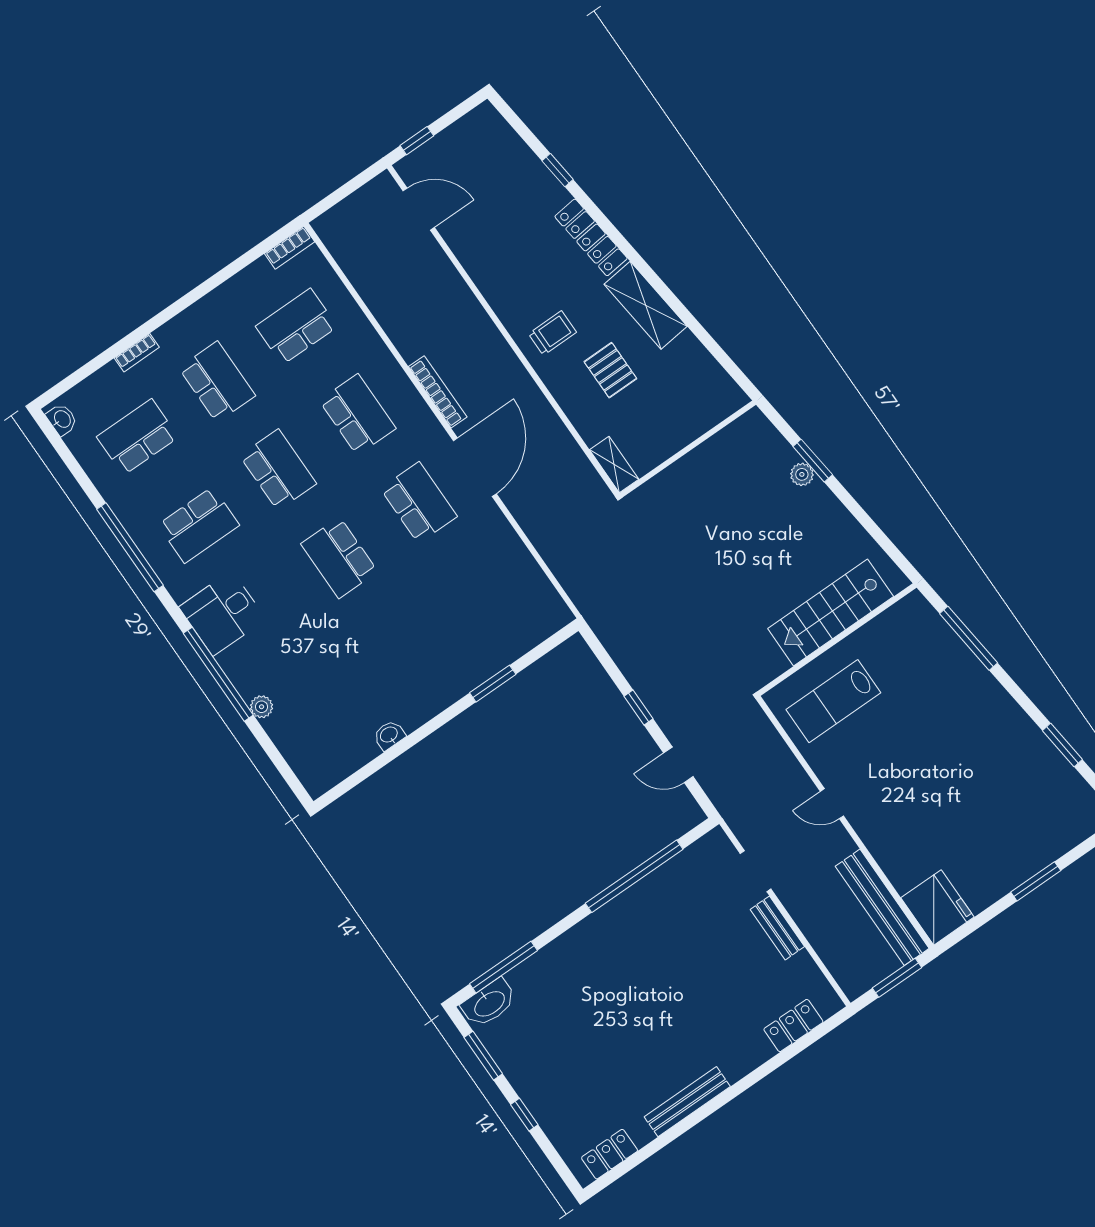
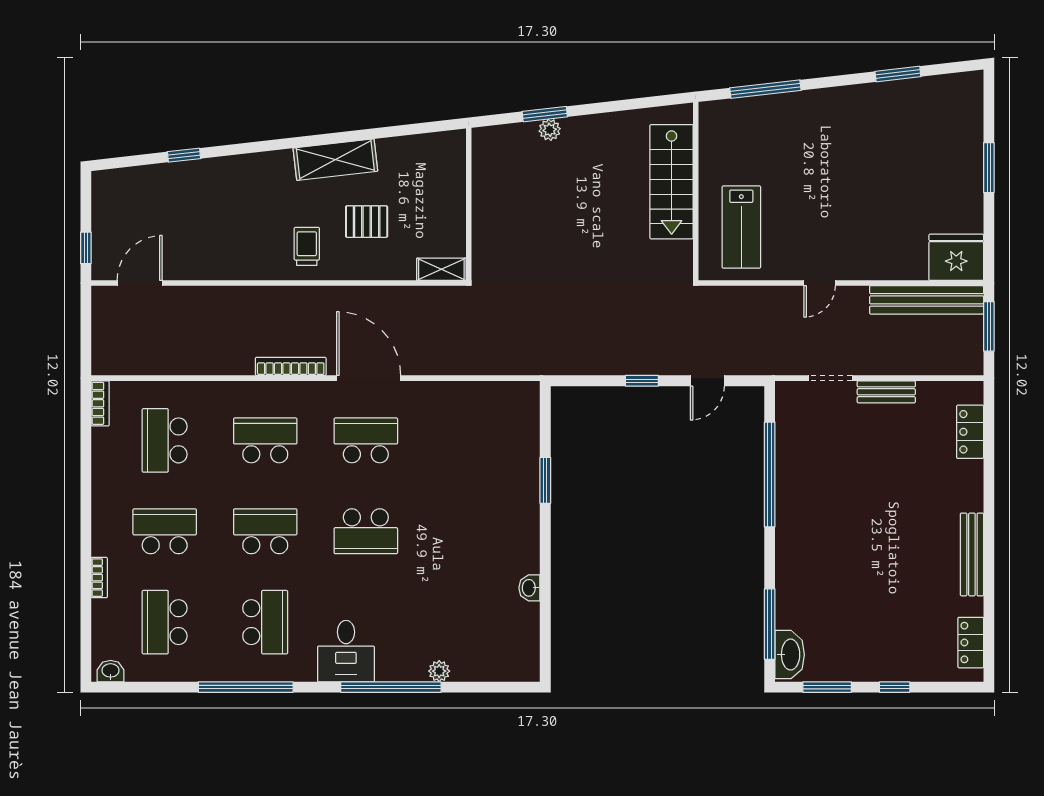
locker: (591, 237) -> (254, 165), removed

